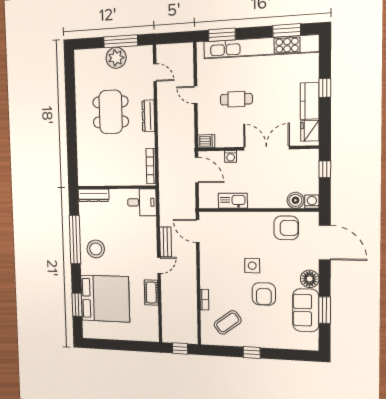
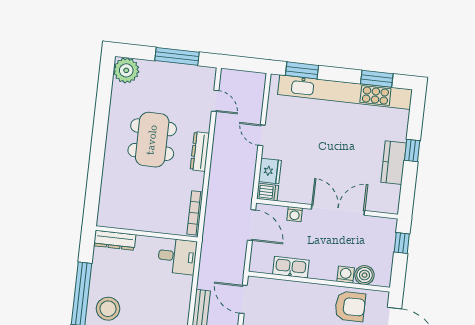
plant: (116, 58) -> (126, 70), moved
cafe table: (236, 99) -> (310, 148), removed
fridge: (310, 131) -> (270, 171), moved, turned 180
washing machine: (312, 202) -> (346, 275), moved

